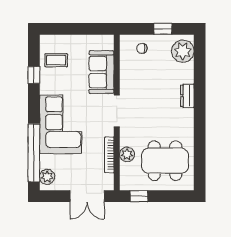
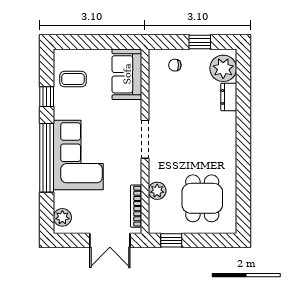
sofa: (101, 72) -> (127, 74), moved
dresser: (187, 96) -> (229, 97), moved
window: (34, 153) -> (47, 158), moved
bookcase: (109, 155) -> (136, 206), moved
dining table: (165, 161) -> (202, 198), width x0.73

